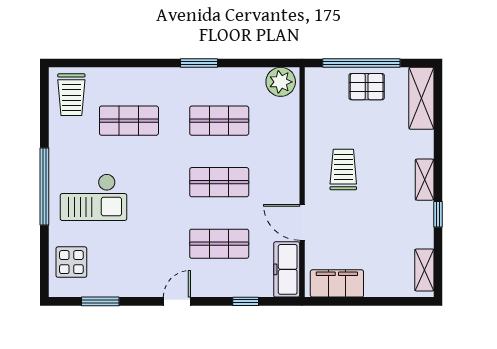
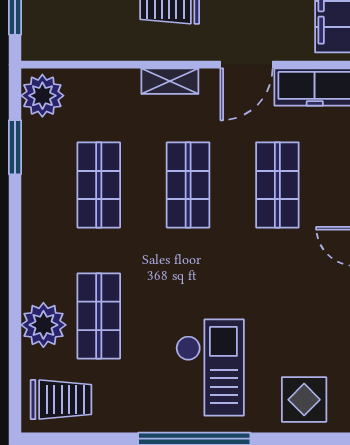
window: (199, 63) -> (15, 147), moved
plant: (123, 83) -> (43, 325), added
shelving: (291, 170) -> (170, 81), added

